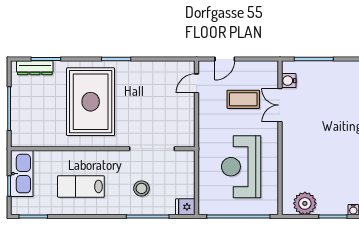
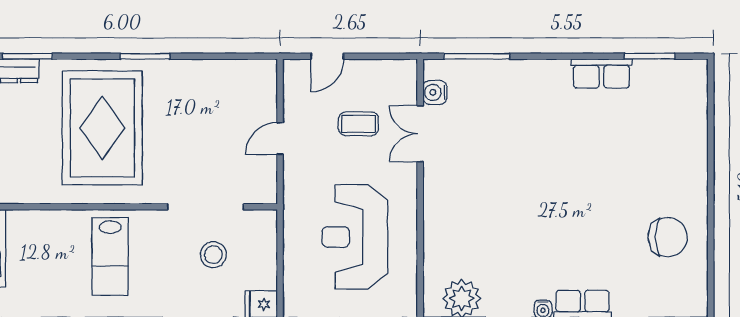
door: (197, 83) -> (280, 138), moved
coffee table: (243, 99) -> (358, 124), width x0.73, depth x0.77
lab bench: (81, 186) -> (110, 257), moved, turned -90
stool: (141, 188) -> (213, 255), moved

